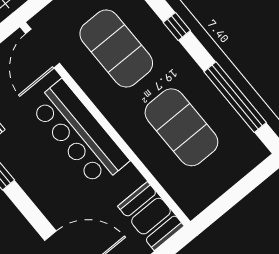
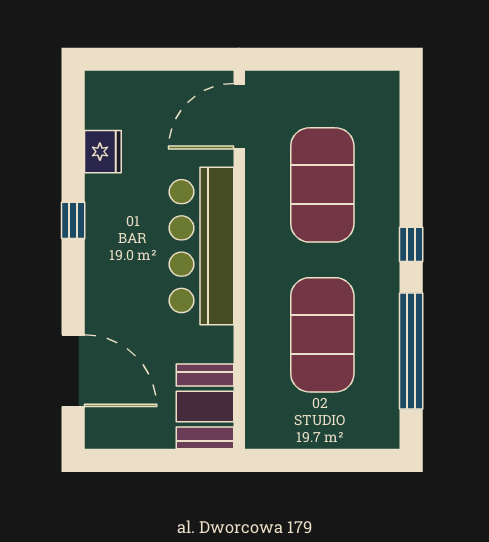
window: (177, 27) -> (411, 244), moved

